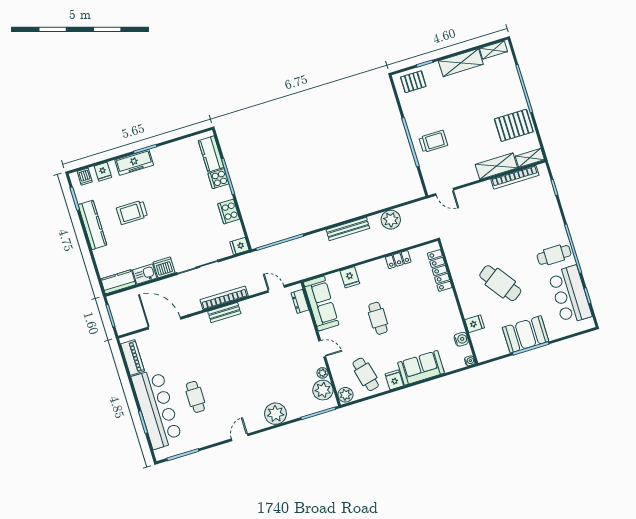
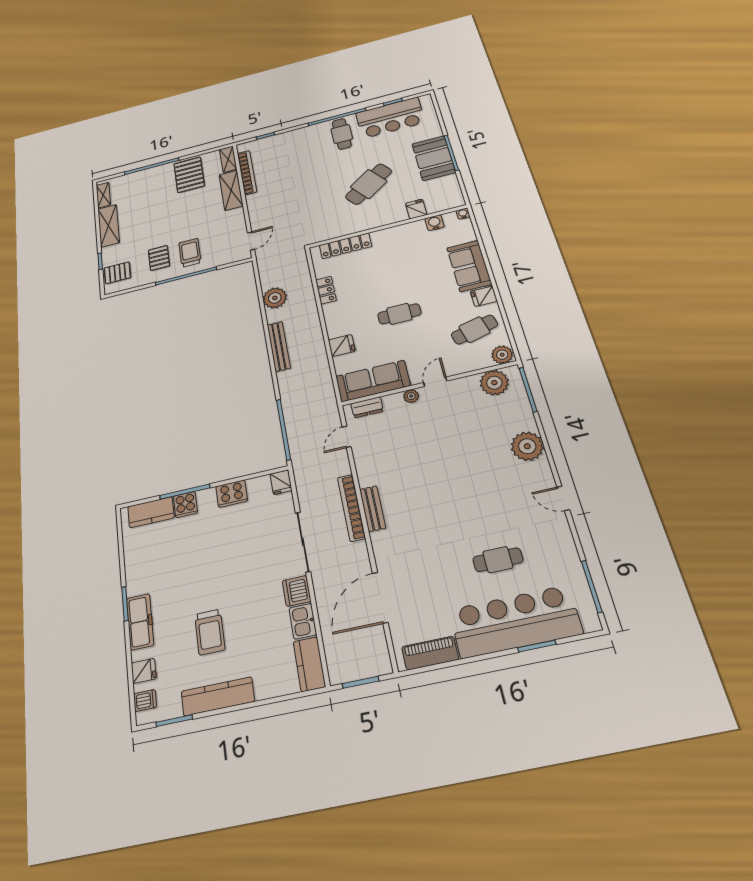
pallet: (413, 82) -> (117, 273), turned 90
pallet: (428, 115) -> (159, 258), added
plant: (322, 373) -> (411, 396), moved

